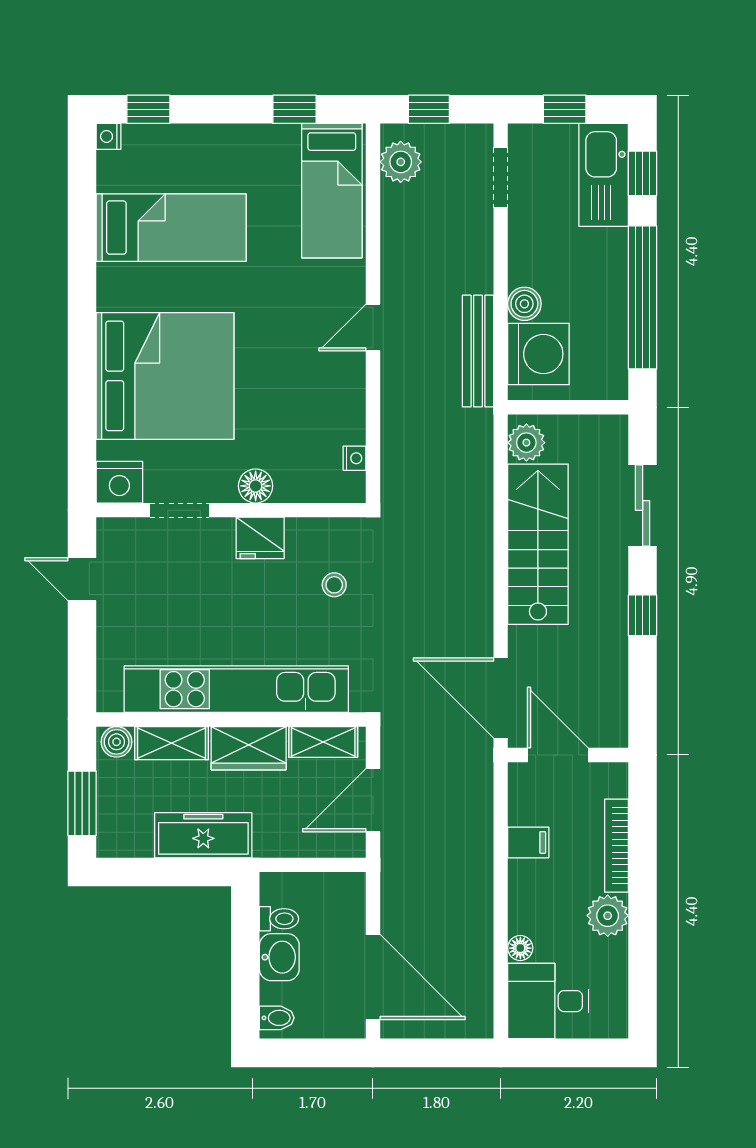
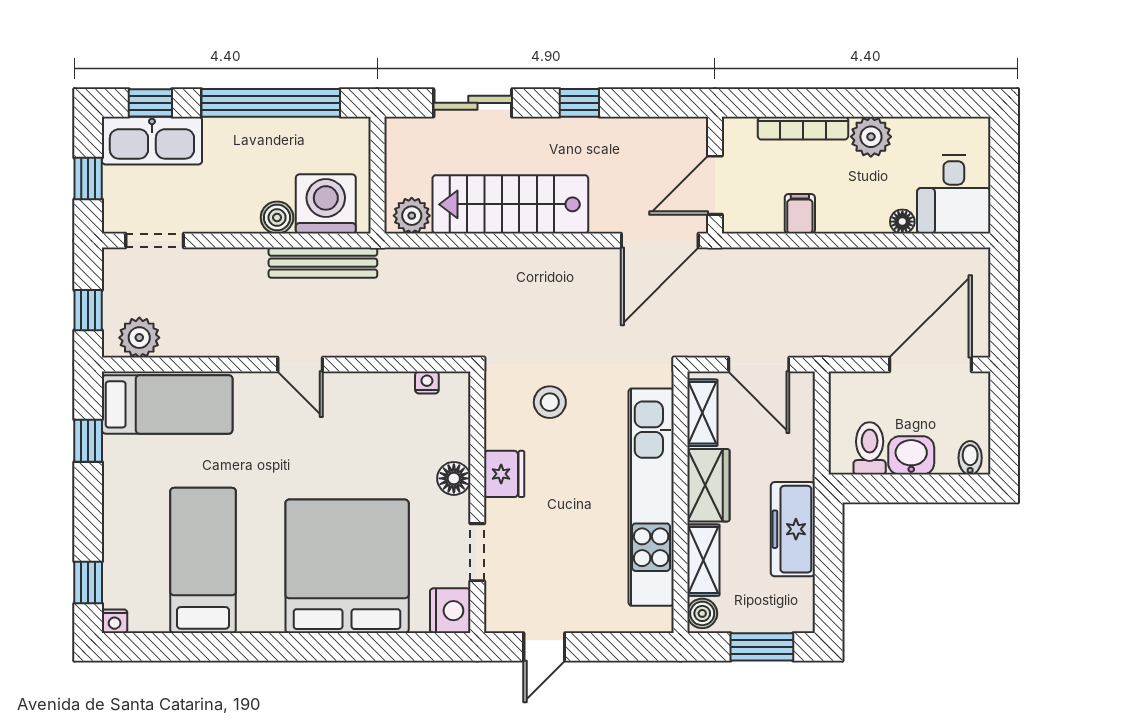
stool: (334, 585) -> (550, 402), width x1.37, depth x1.37
toilet: (279, 919) -> (870, 448), width x1.37, depth x1.39

